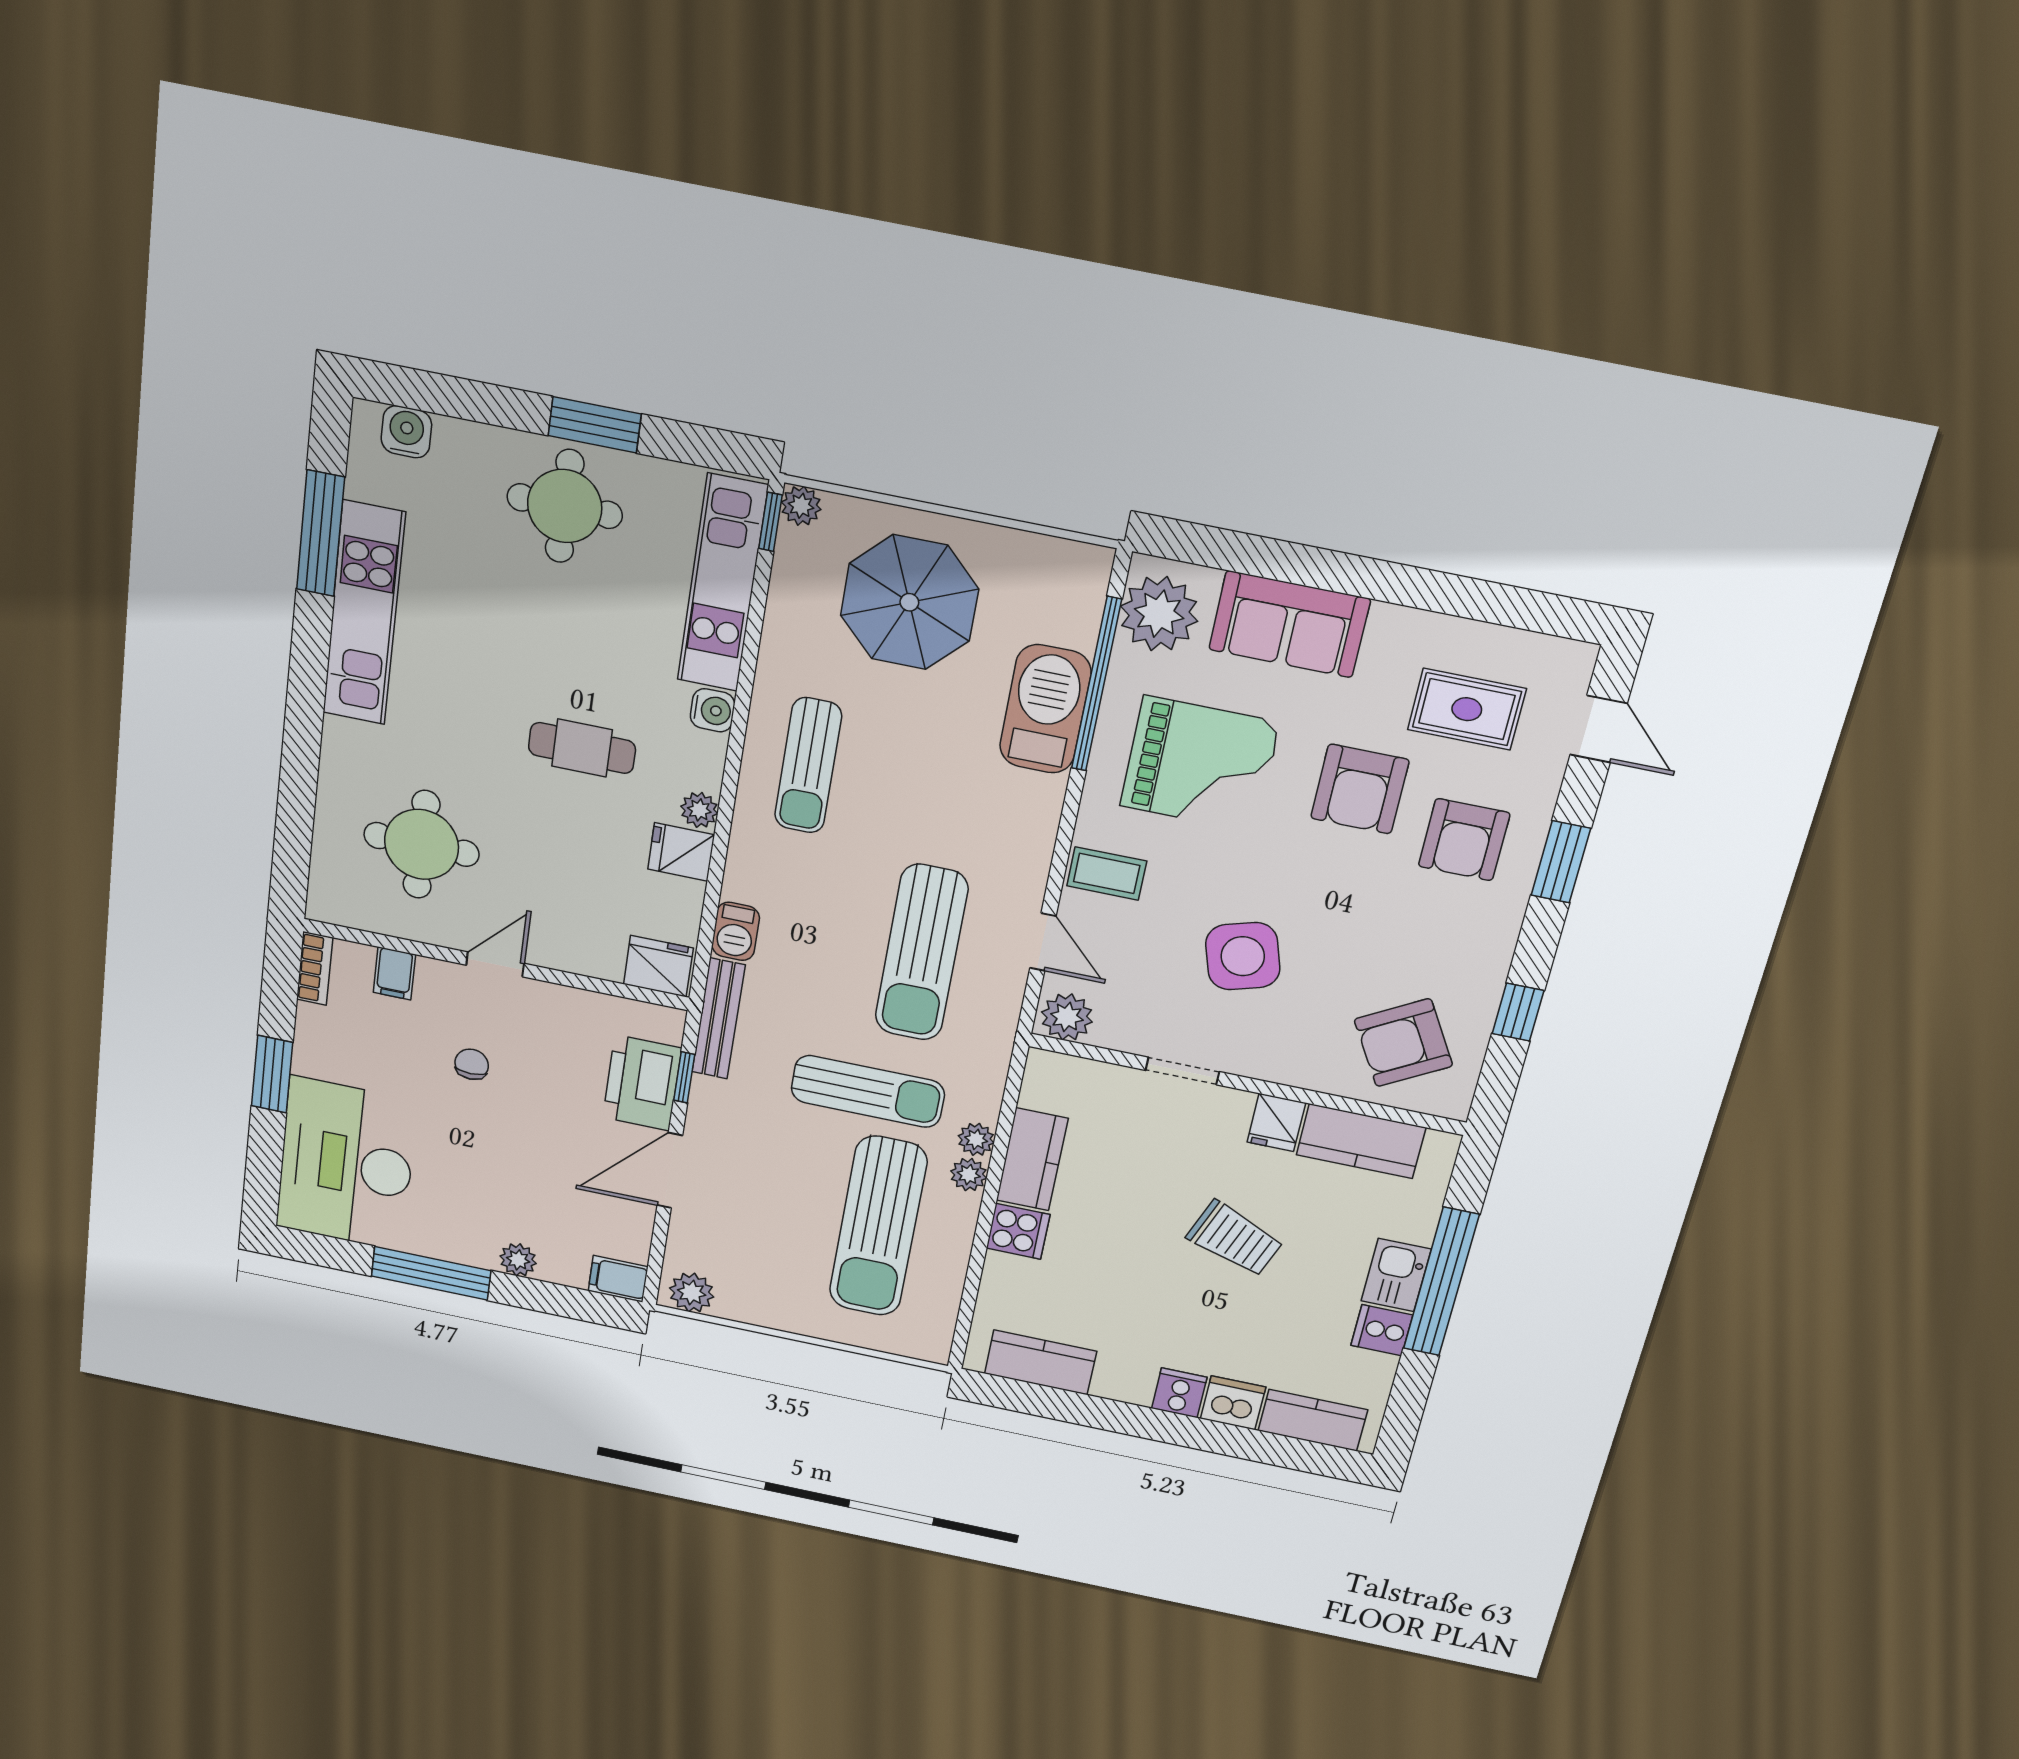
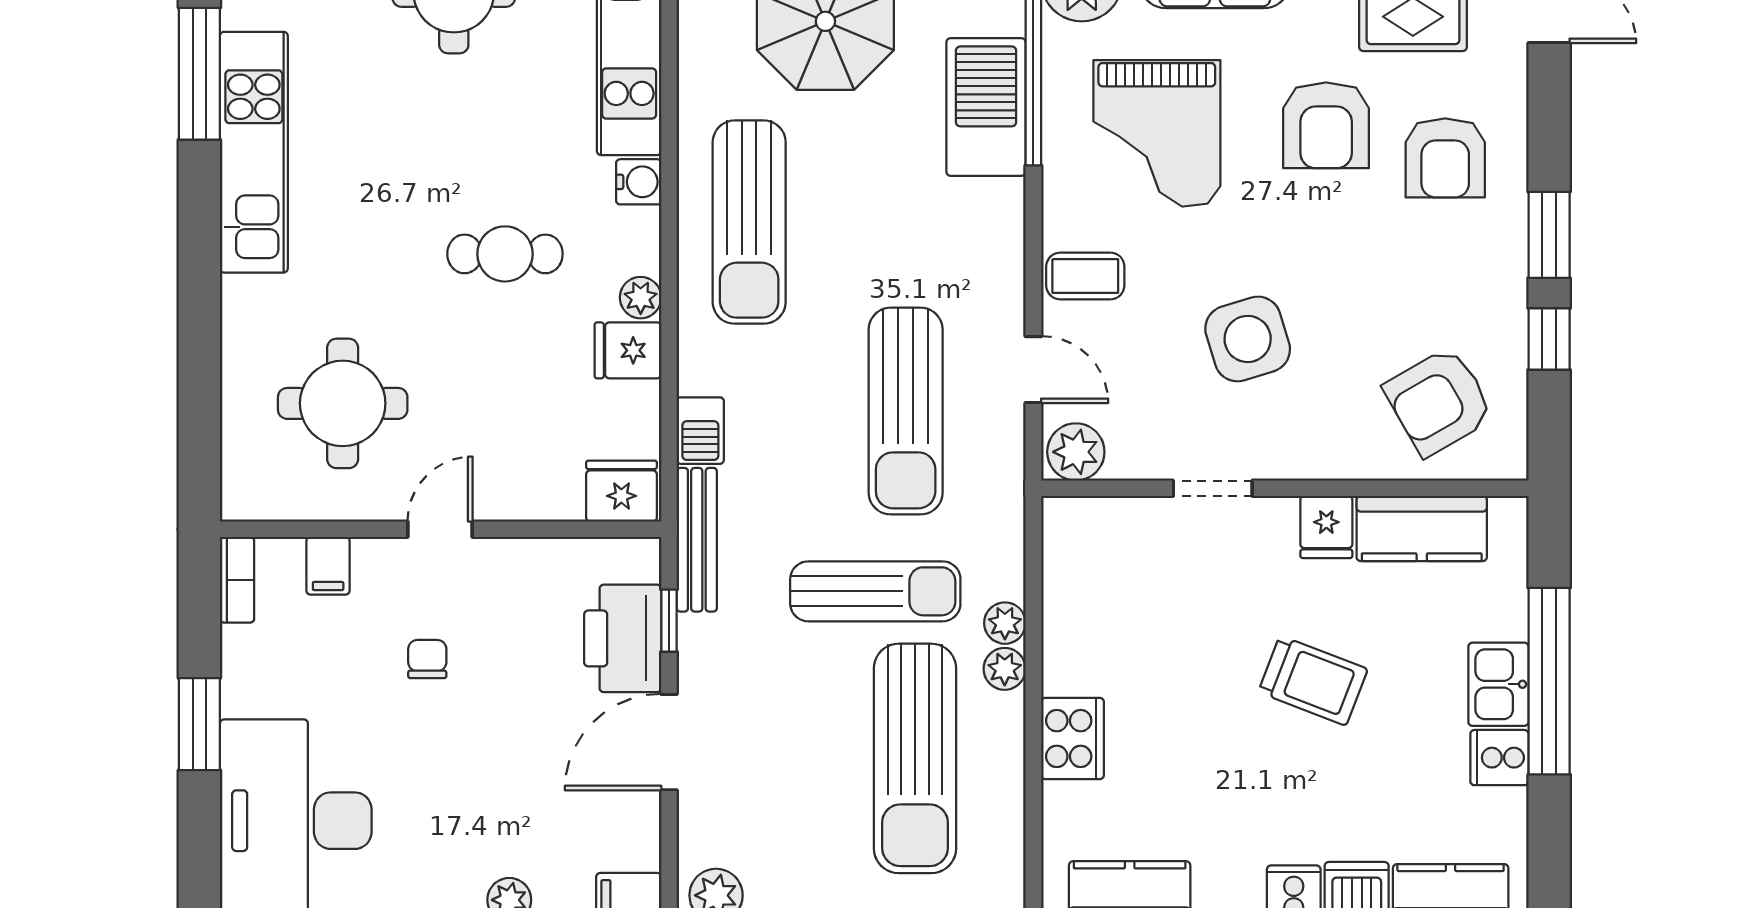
grand piano: (1200, 764) -> (1157, 133), turned 90
sun lounger: (808, 765) -> (749, 222), width x1.36, depth x1.34
window: (1561, 862) -> (1549, 235), moved
kitchen counter: (1032, 1159) -> (1071, 634), removed
cooker: (1018, 1231) -> (1072, 738), width x1.36

